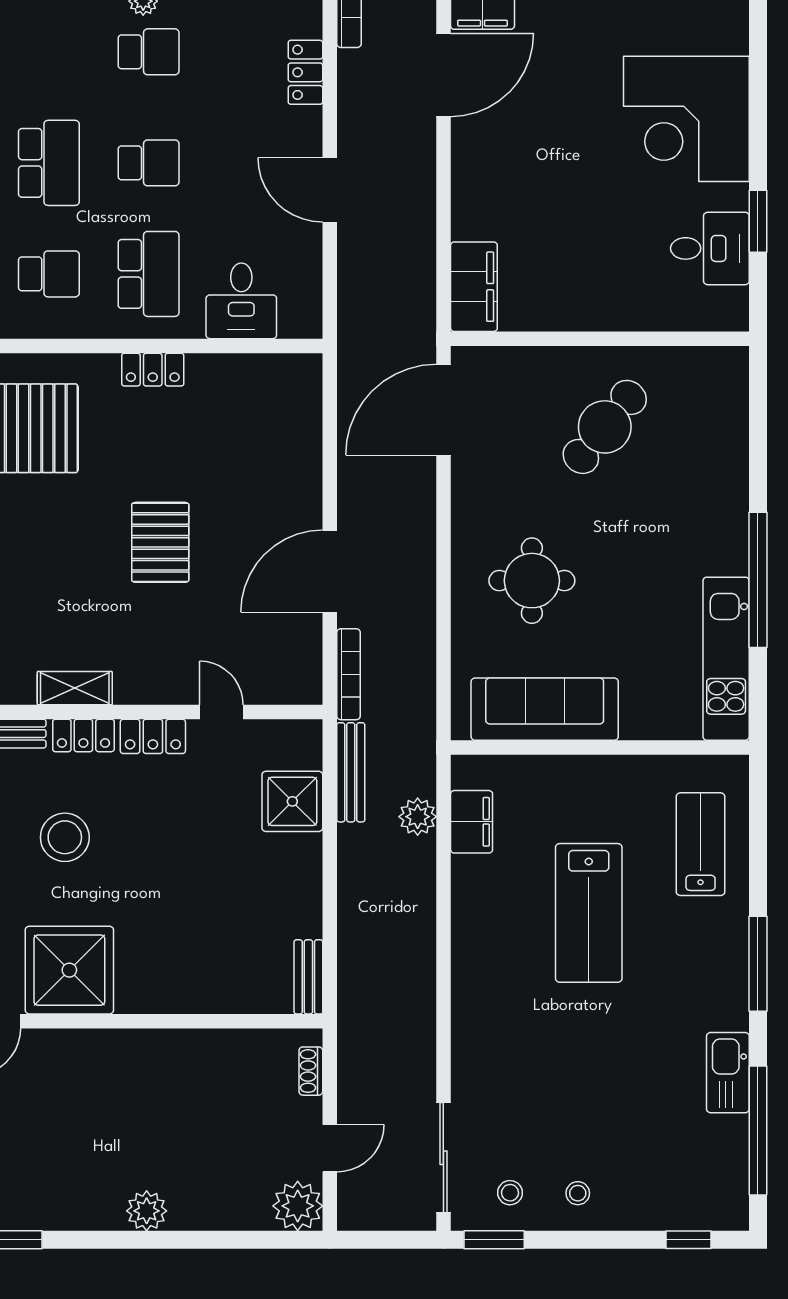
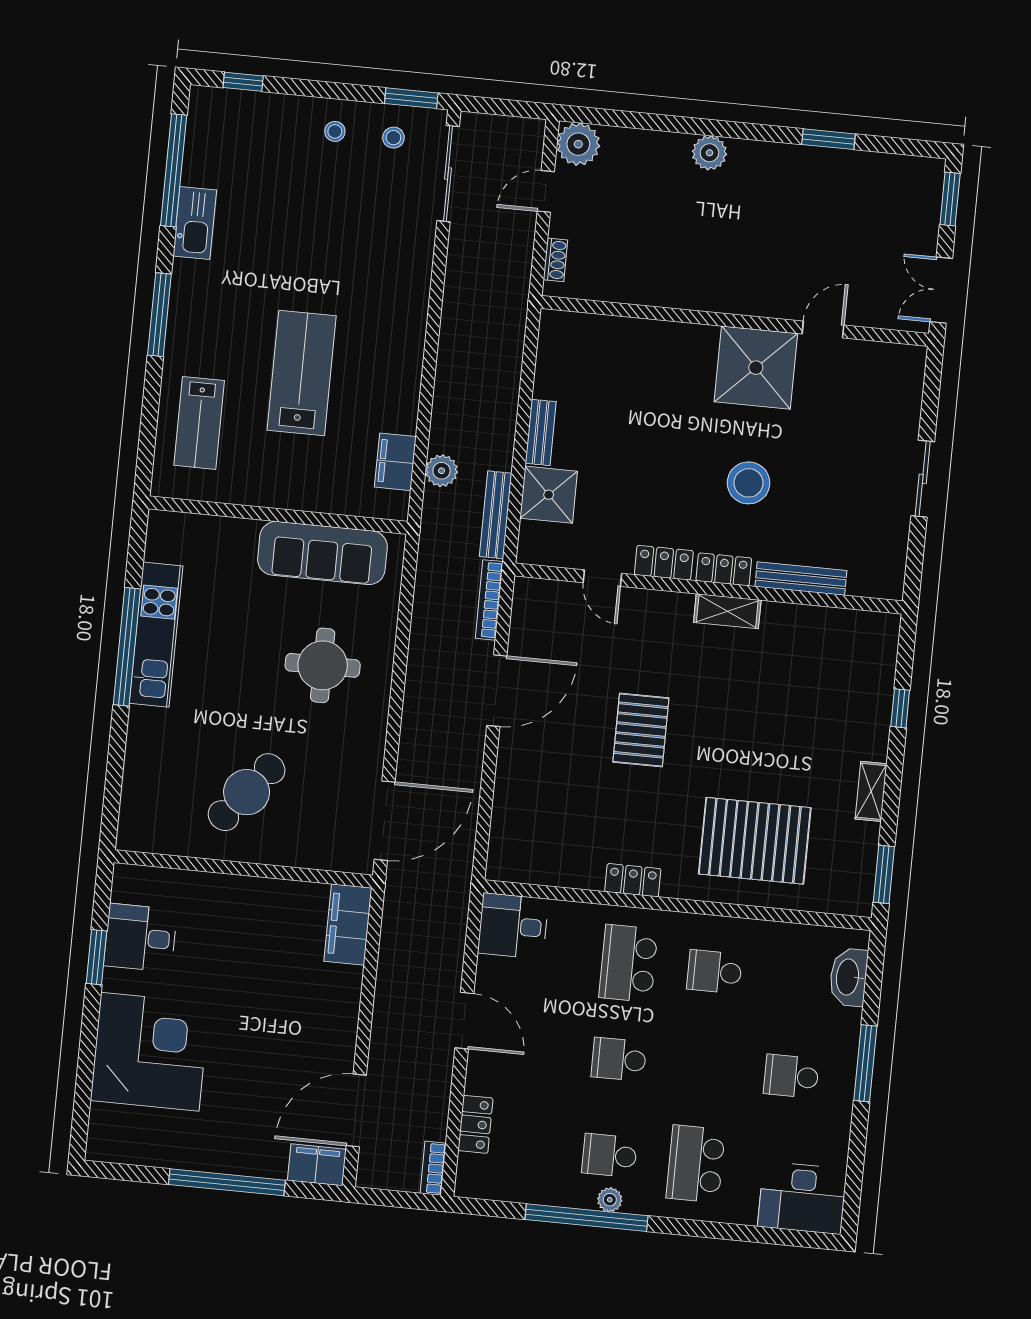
school desk: (49, 163) -> (696, 1164), moved
desk: (241, 301) -> (513, 926), moved, turned -90
kitchen unit: (726, 659) -> (156, 635), moved
bench: (308, 977) -> (541, 432), moved

